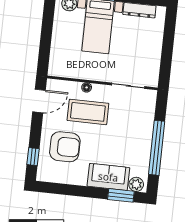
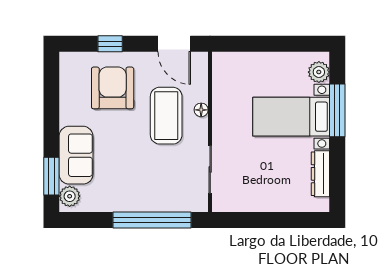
armchair: (65, 147) -> (113, 88), turned 180
window: (157, 148) -> (152, 220), moved
window: (33, 157) -> (110, 44), moved

